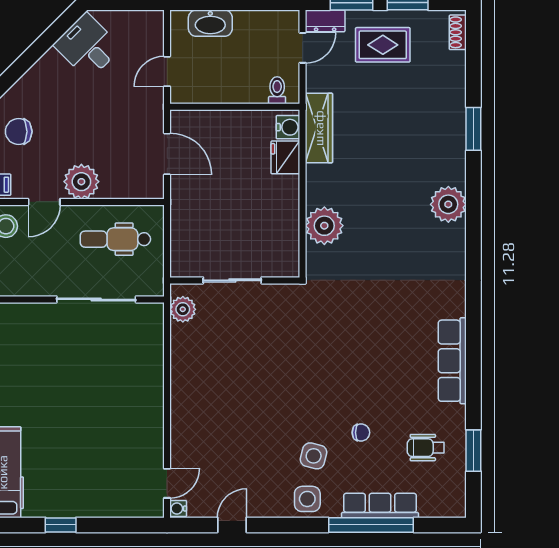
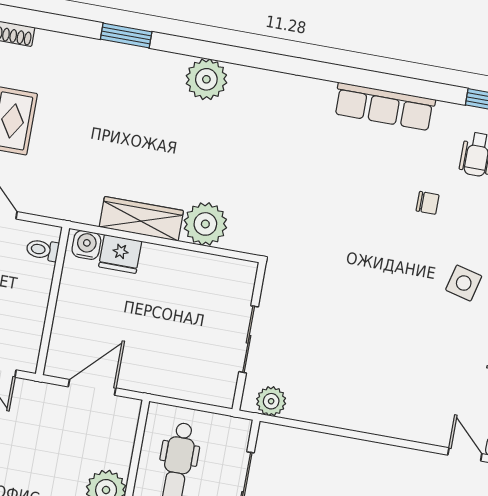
wardrobe: (319, 128) -> (141, 219), moved
chair: (361, 433) -> (428, 203), moved, turned 90

